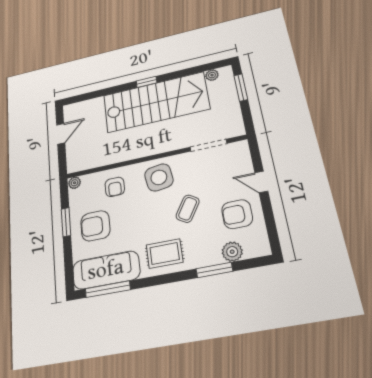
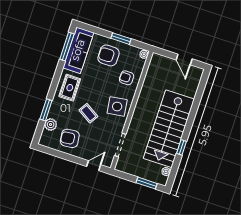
window: (147, 82) -> (182, 147), moved
door: (261, 182) -> (94, 166), moved
armchair: (237, 214) -> (70, 138), turned -97
armchair: (95, 226) -> (109, 55), turned -90

